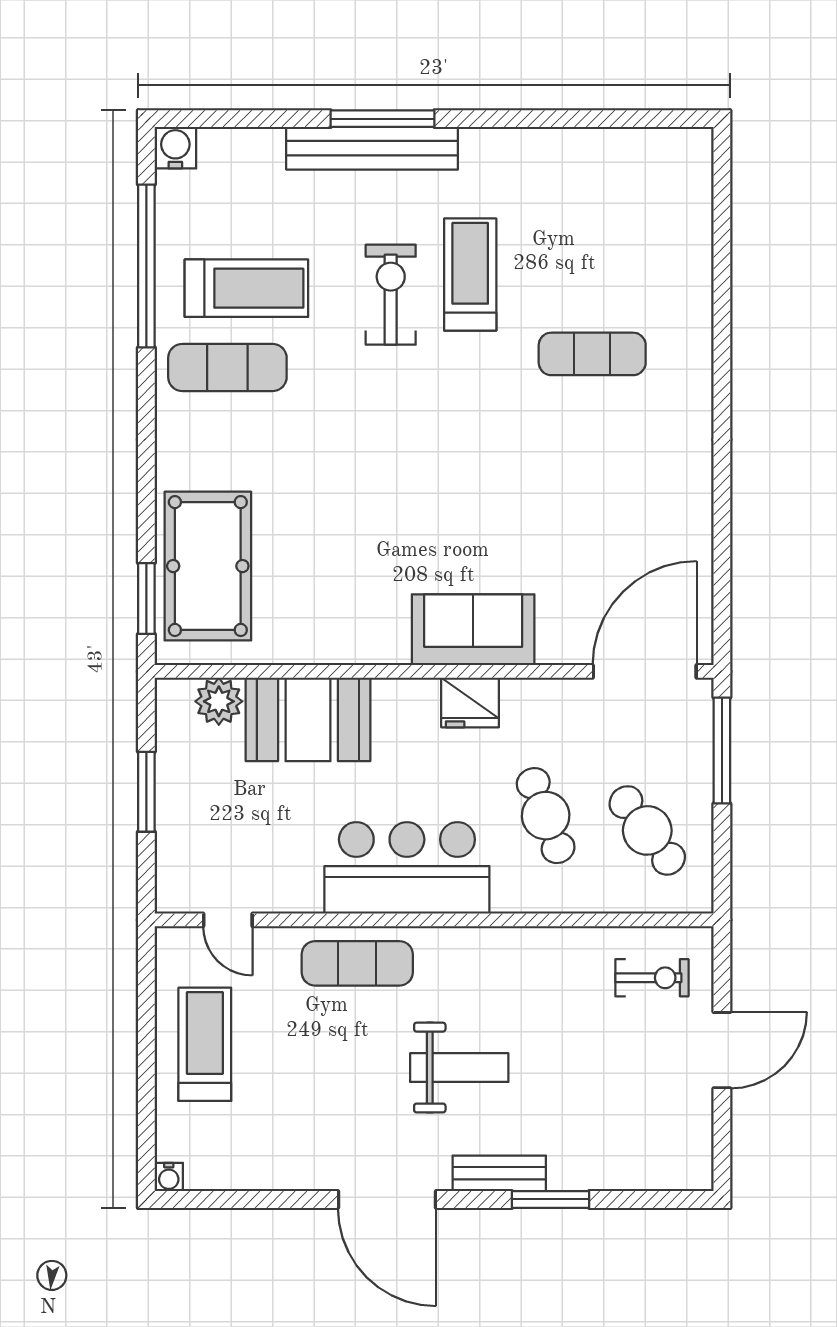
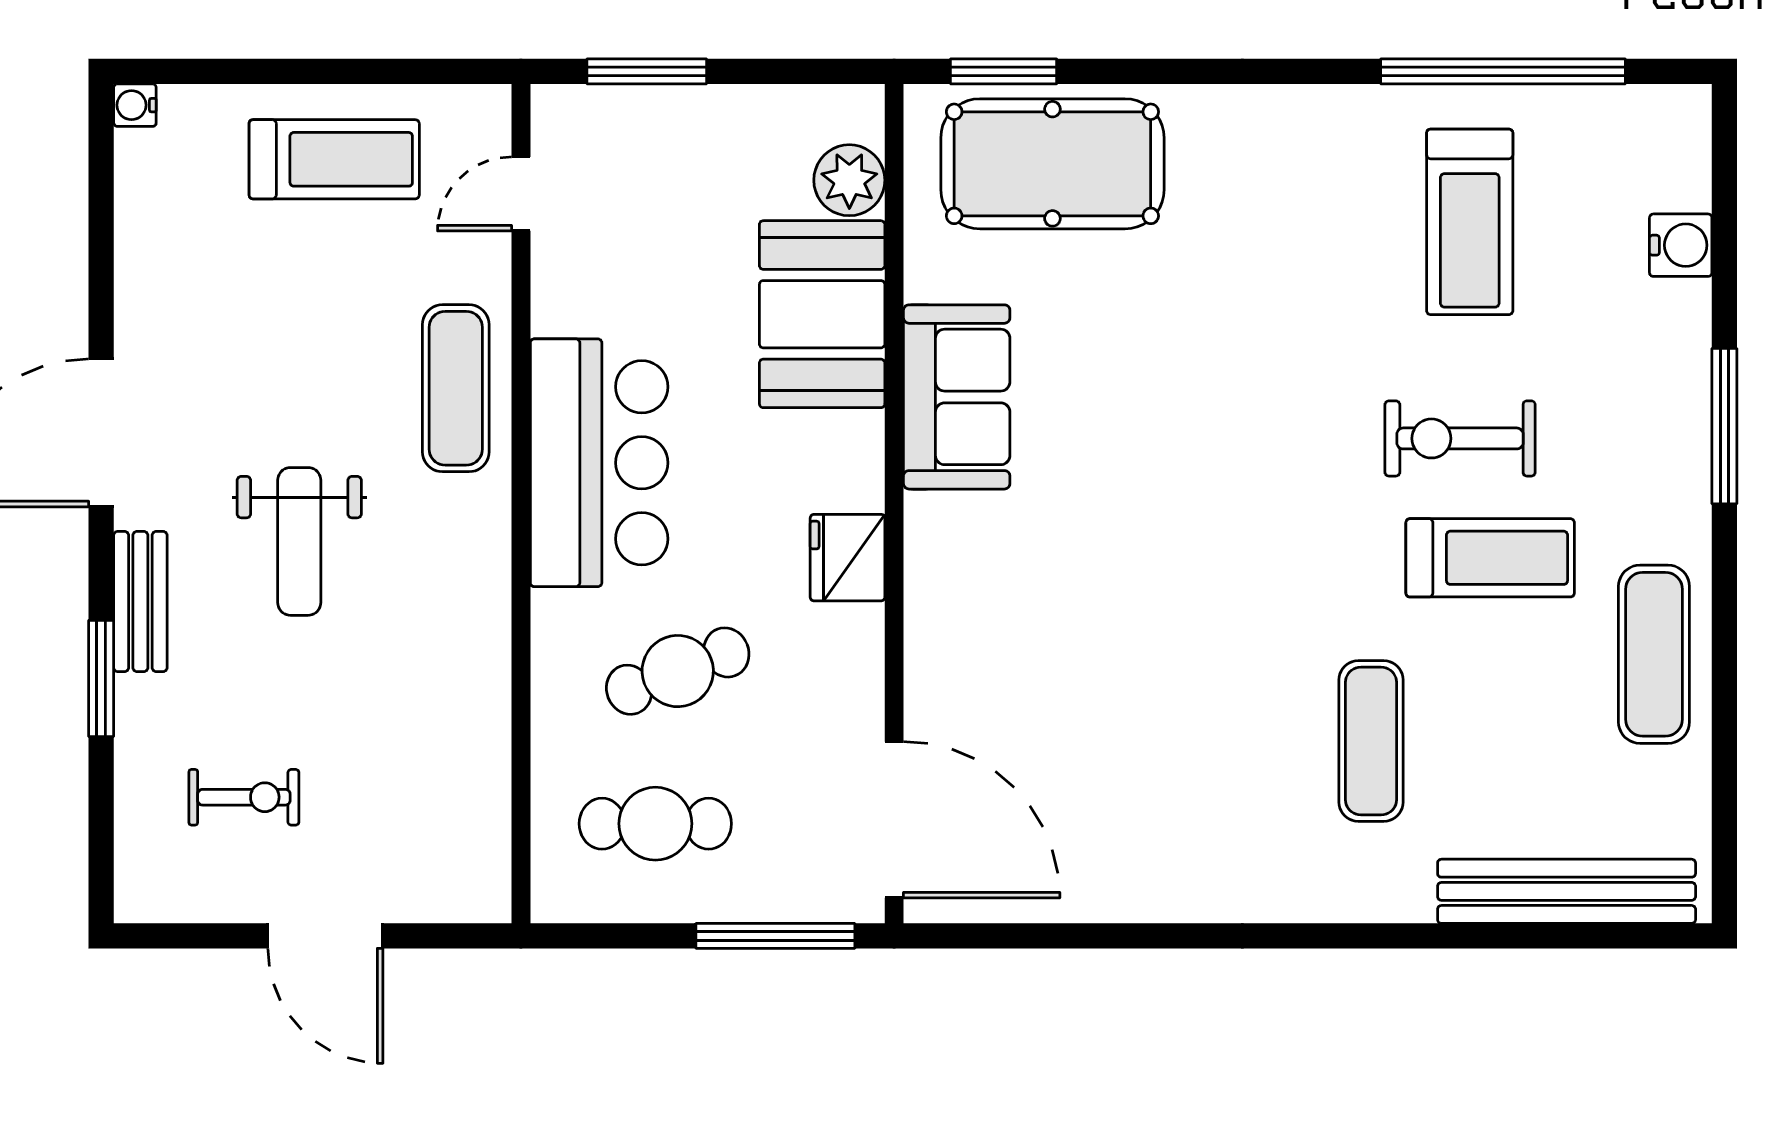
water cooler: (175, 148) -> (1681, 245), moved
bench: (372, 148) -> (1567, 891), moved, turned 90
exercise bike: (391, 295) -> (1460, 438), turned 180
exercise mat: (227, 368) -> (1654, 654), moved
sofa: (473, 630) -> (957, 397), moved
window: (146, 792) -> (647, 71), moved
cafe table: (647, 830) -> (655, 824), turned 37
exercise bike: (652, 978) -> (244, 797), moved, turned -90

